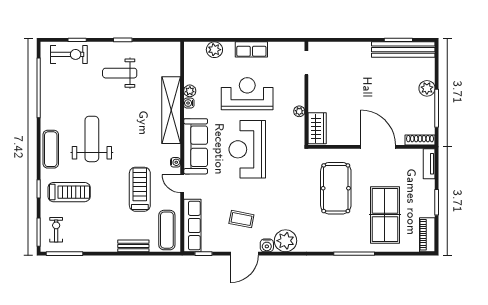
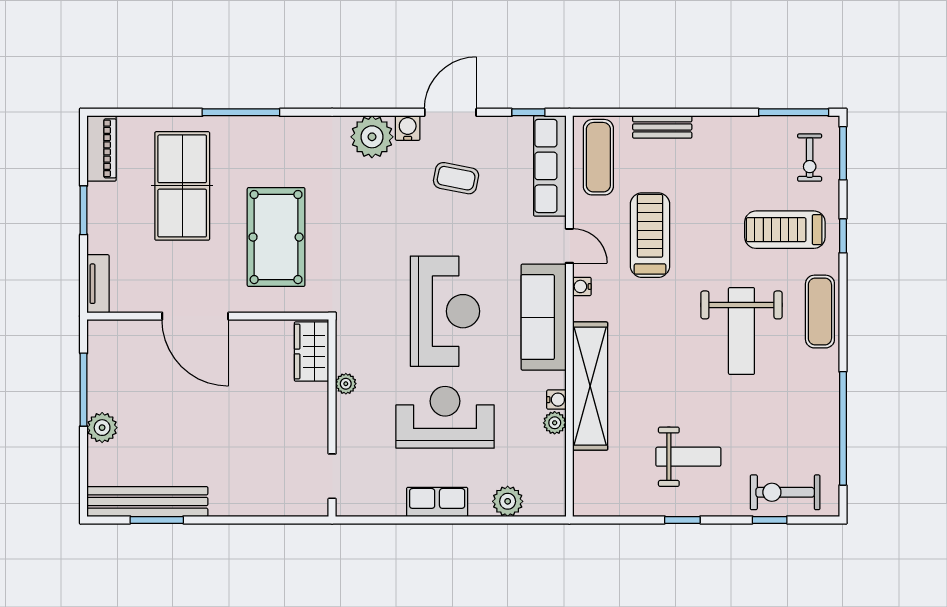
reception desk: (247, 94) -> (445, 417), turned 180
shoe rack: (420, 140) -> (115, 329), removed
treadmill: (140, 189) -> (650, 235), turned 180

